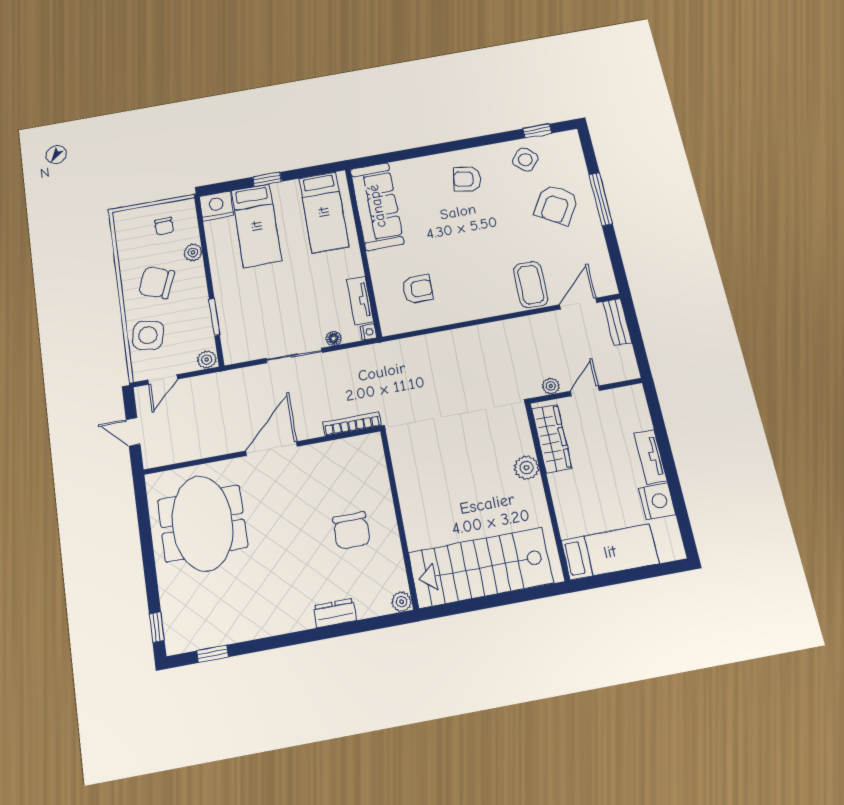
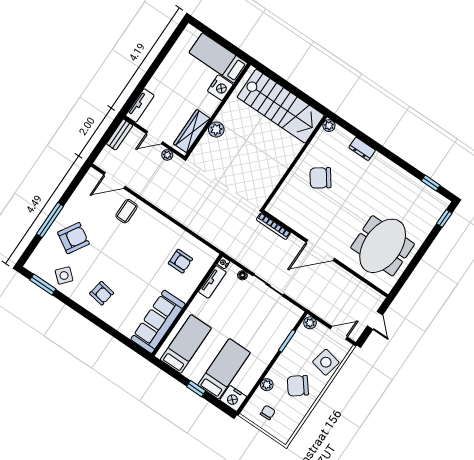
window: (537, 131) -> (43, 285), width x1.50
chair: (157, 283) -> (298, 386), turned 120
coffee table: (531, 285) -> (127, 211), width x0.73, depth x0.77
armchair: (417, 289) -> (180, 261), turned 180
bench: (617, 322) -> (120, 135), moved
tv unit: (650, 457) -> (140, 105), moved
nightstand: (657, 501) -> (220, 88), moved, turned 180
chair: (351, 530) -> (320, 178), turned -126

